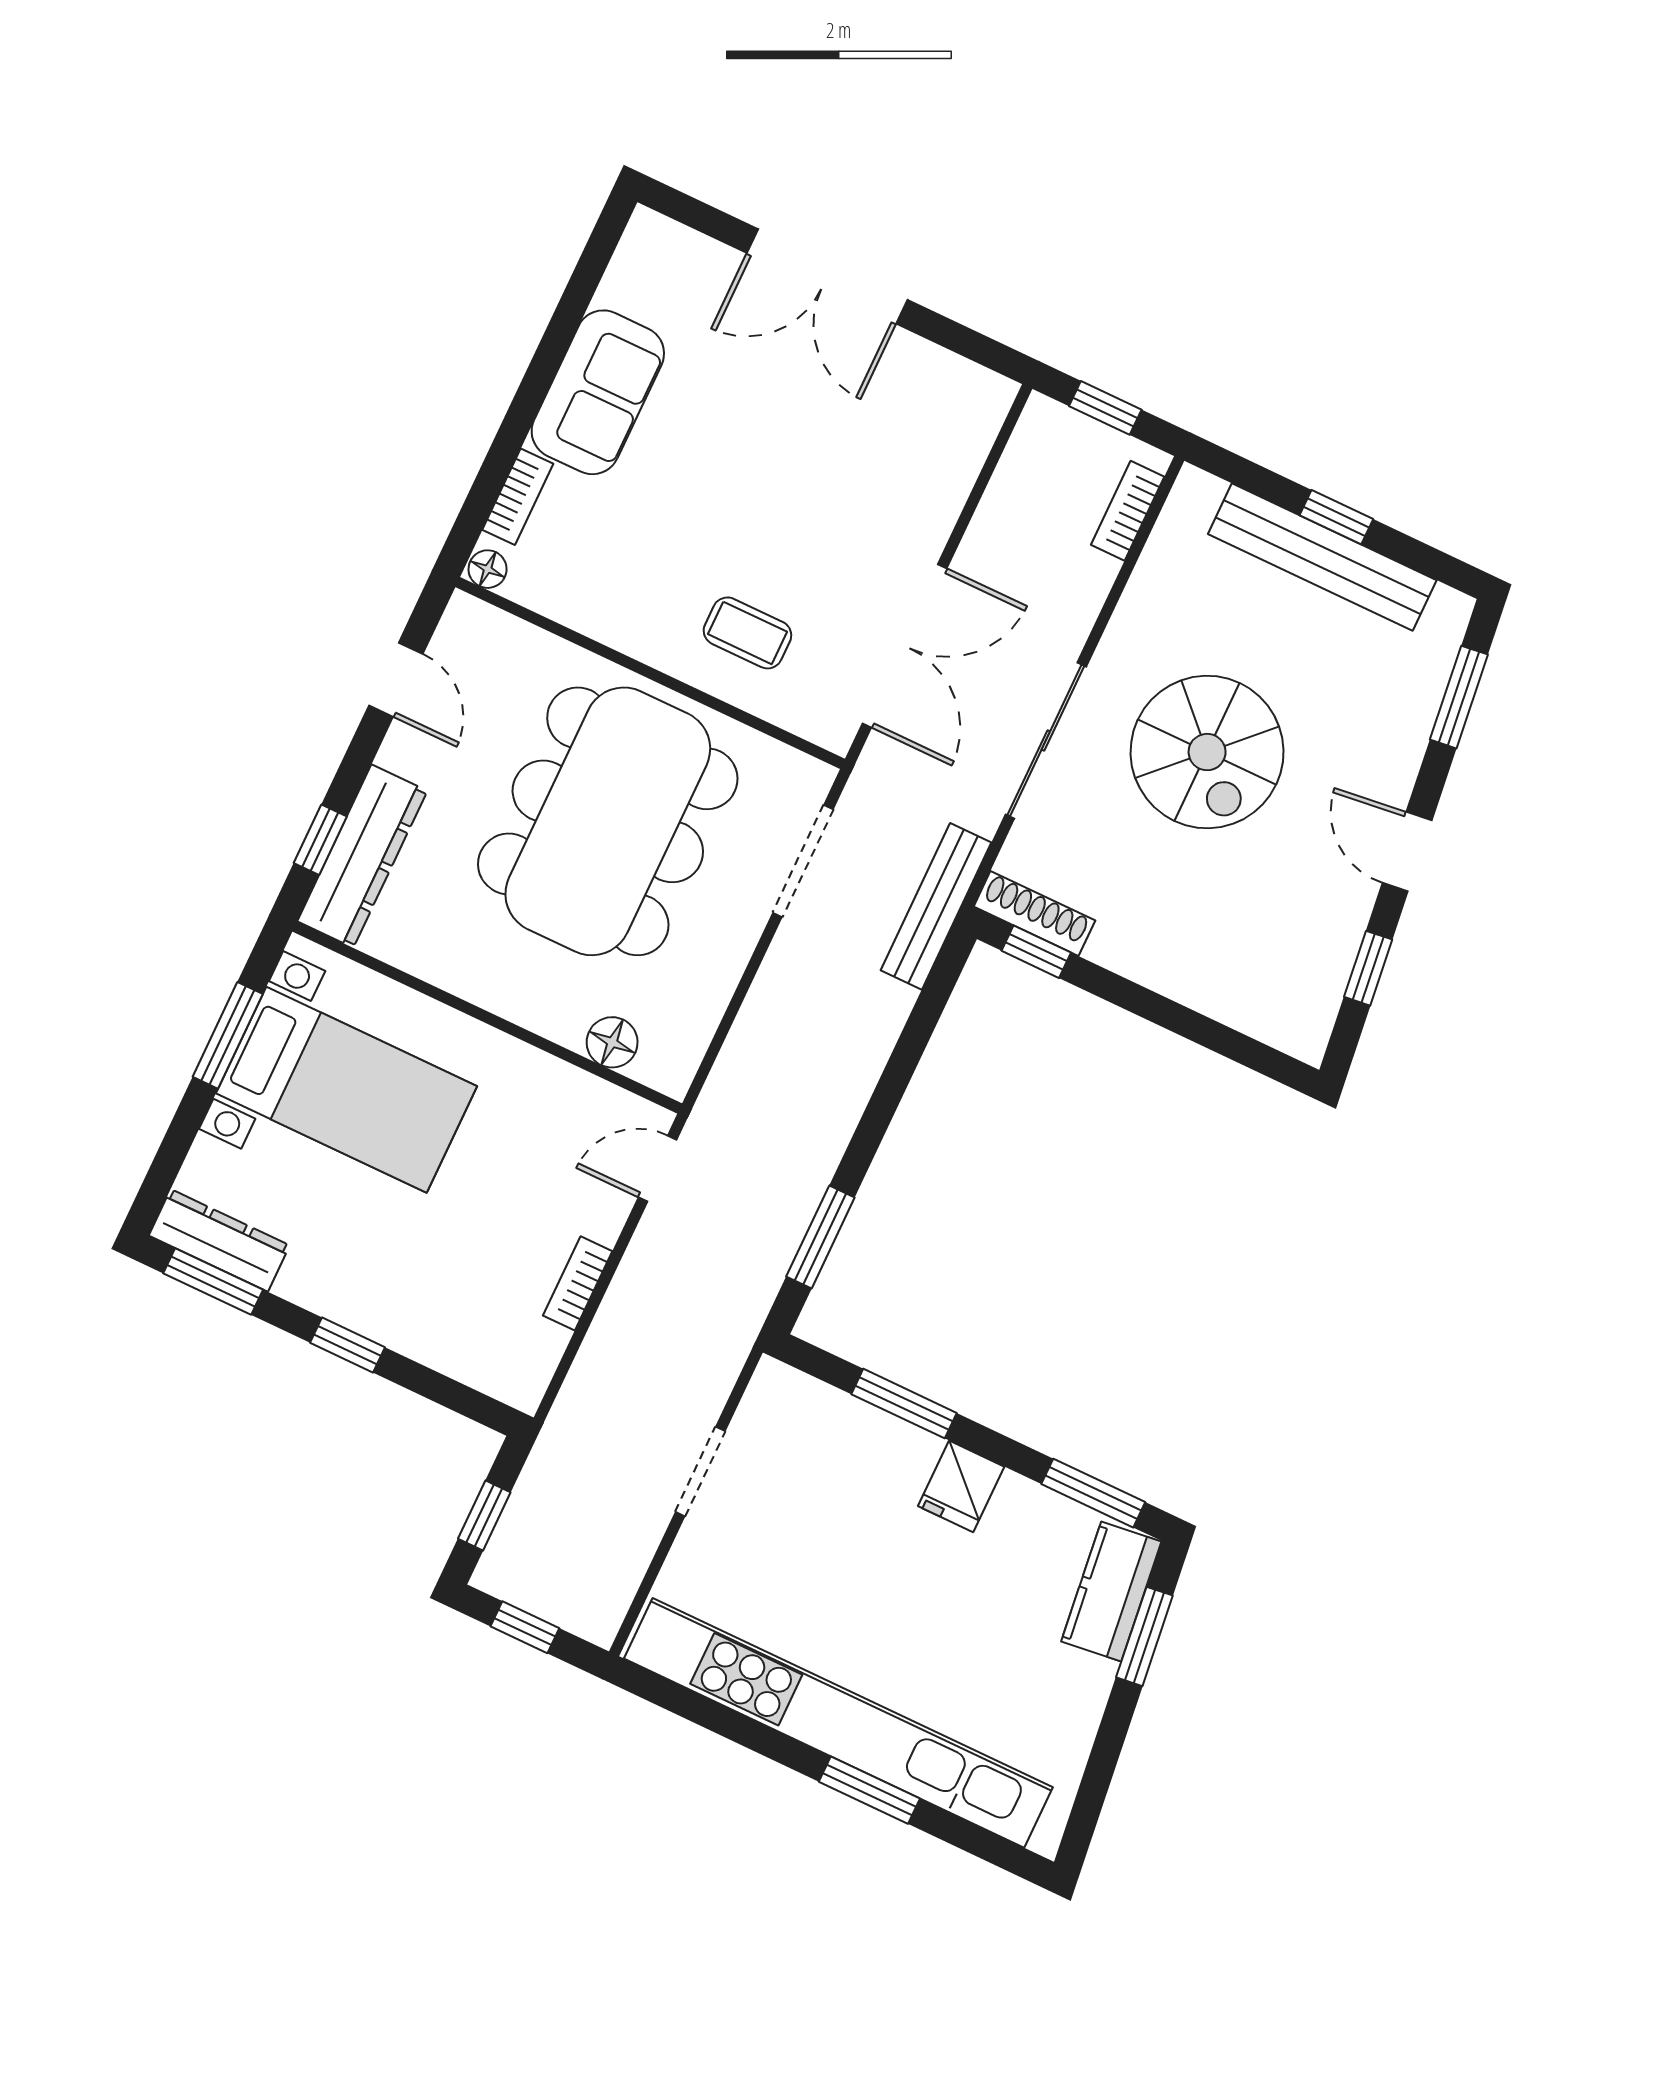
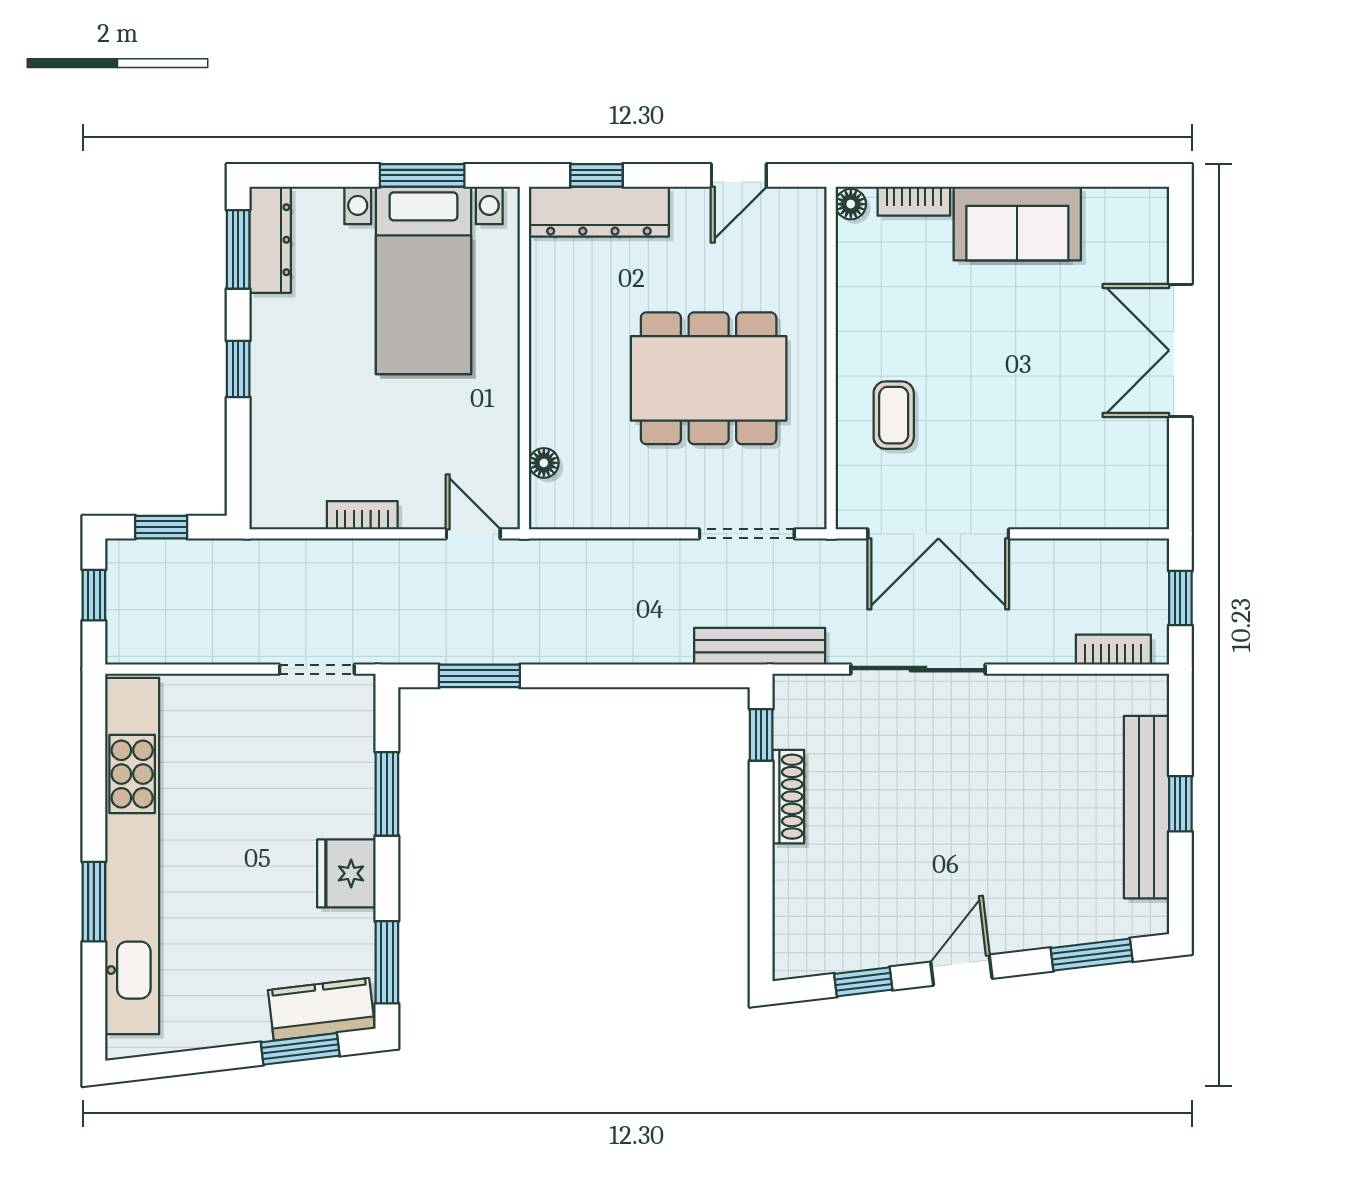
spiral stairs: (1207, 752) -> (965, 790), removed
dining table: (608, 821) -> (709, 378), width x0.73, depth x0.80
shoe rack: (1034, 913) -> (788, 797), moved
floor lamp: (612, 1042) -> (544, 463), width x0.73, depth x0.73
doorway: (700, 1471) -> (317, 669), moved
fridge: (961, 1486) -> (346, 873), width x1.38

